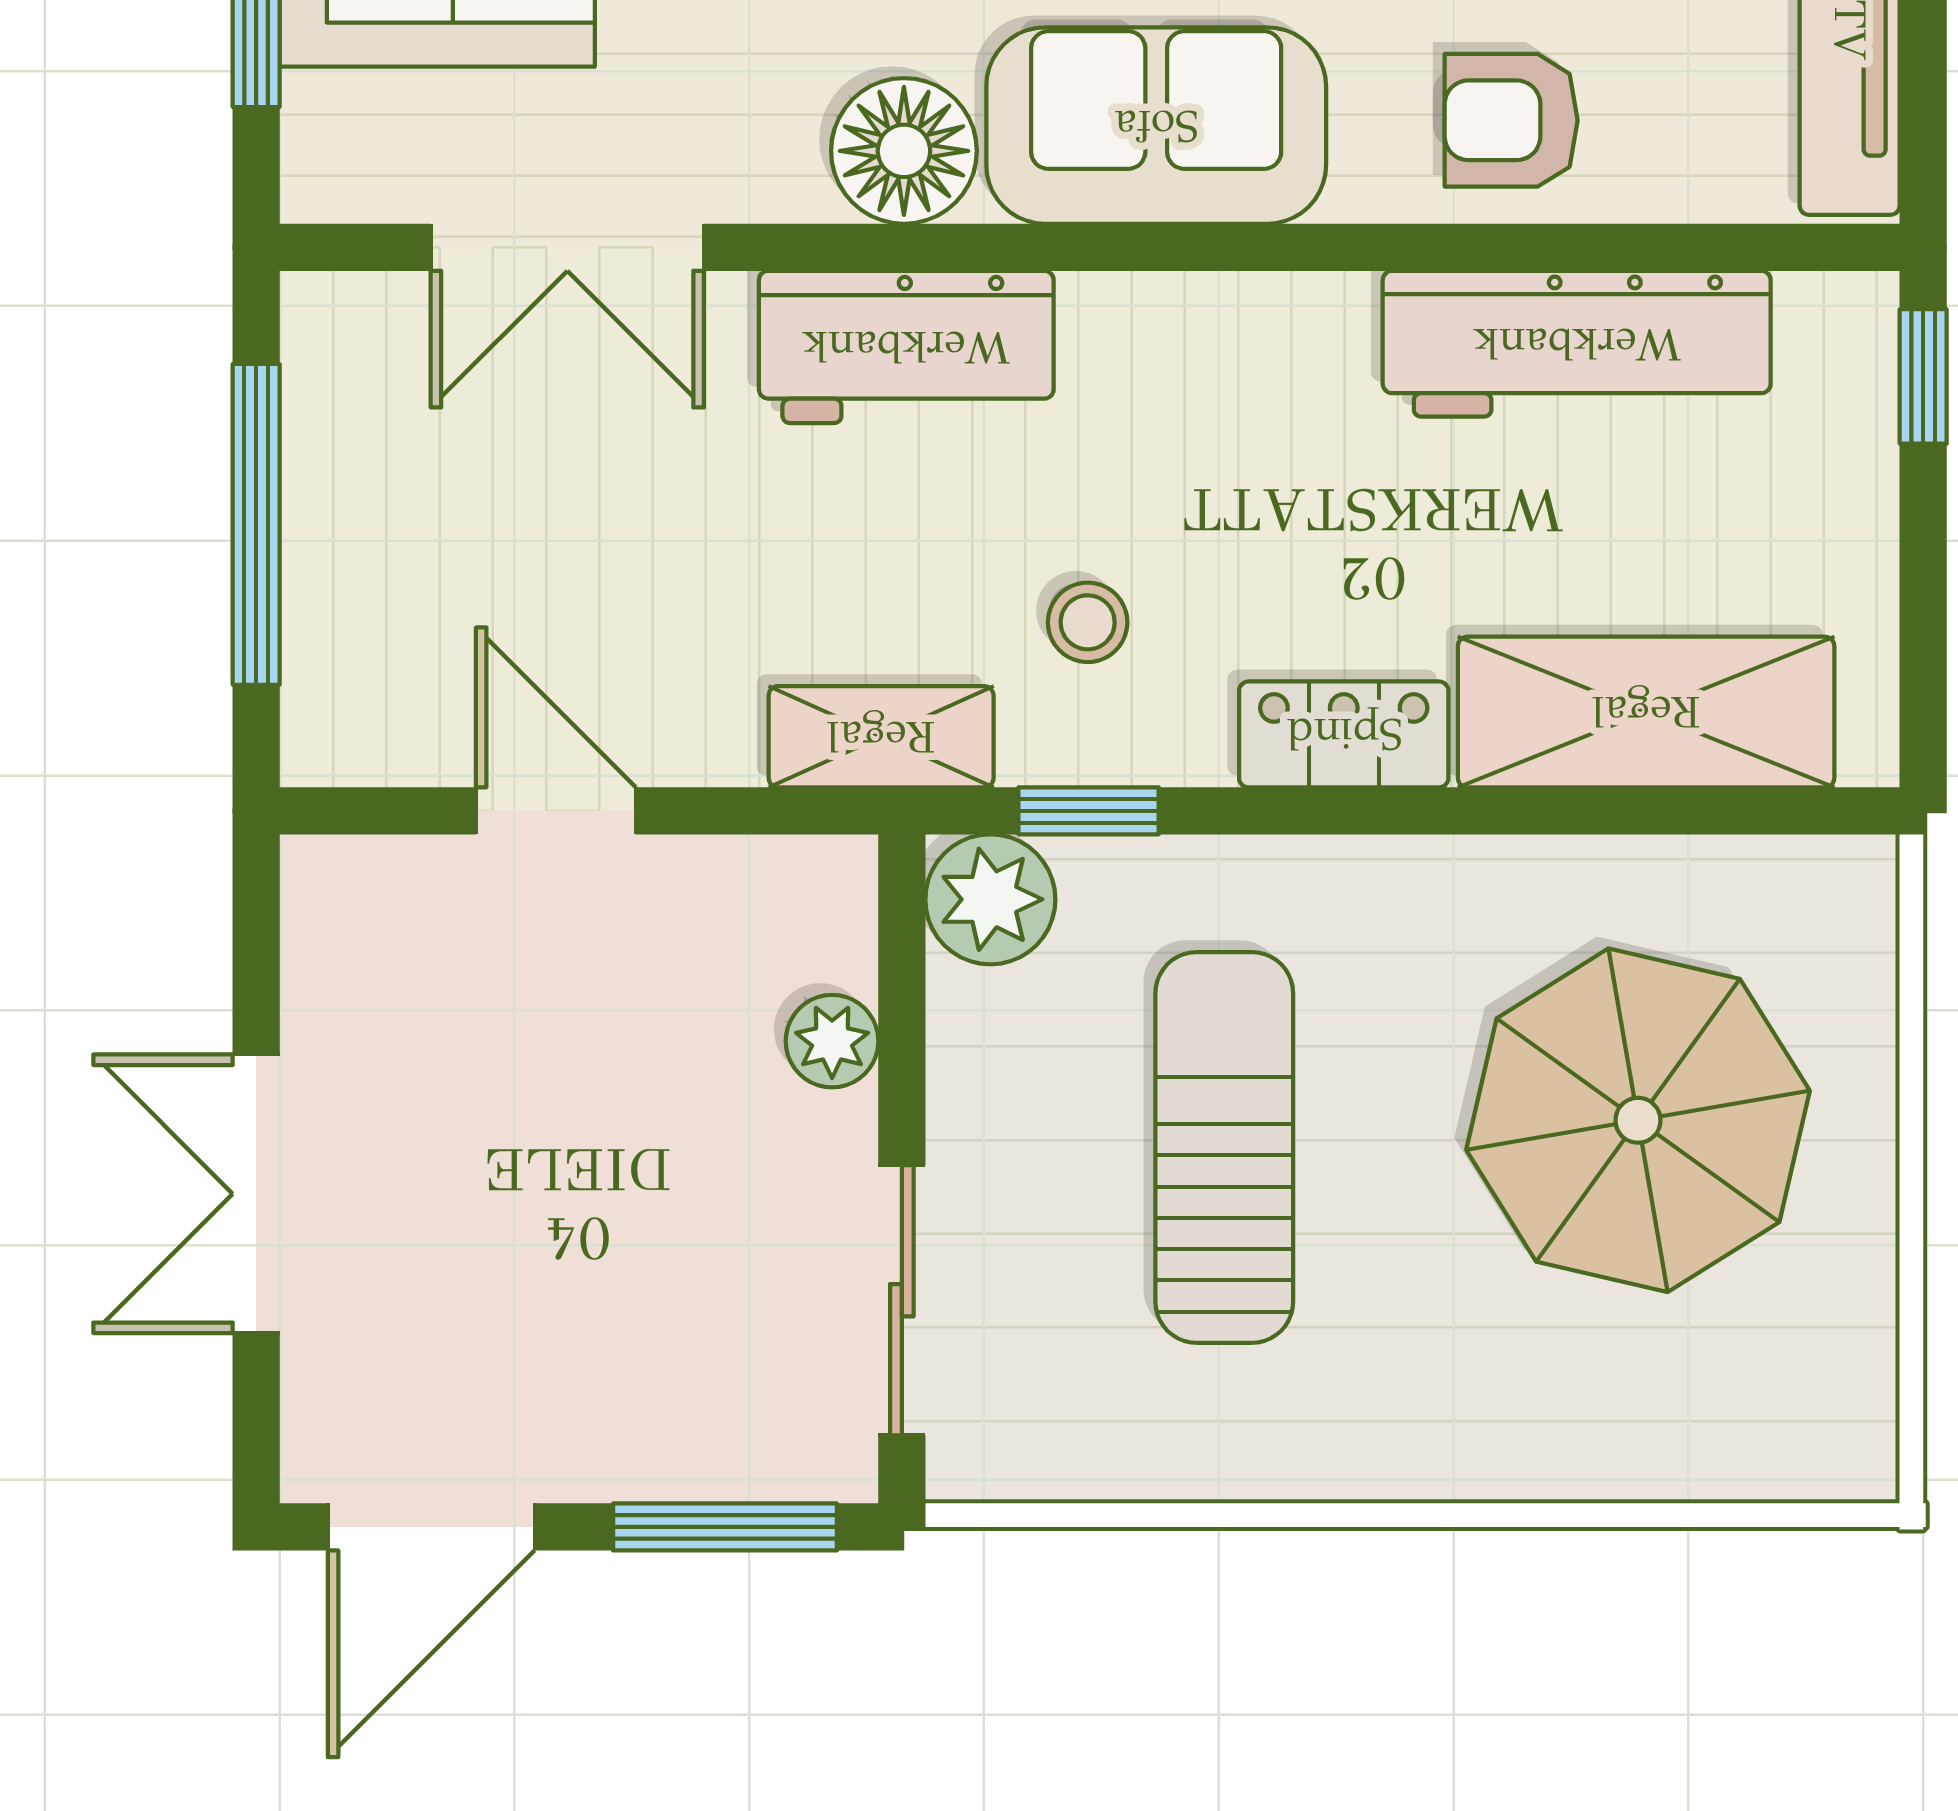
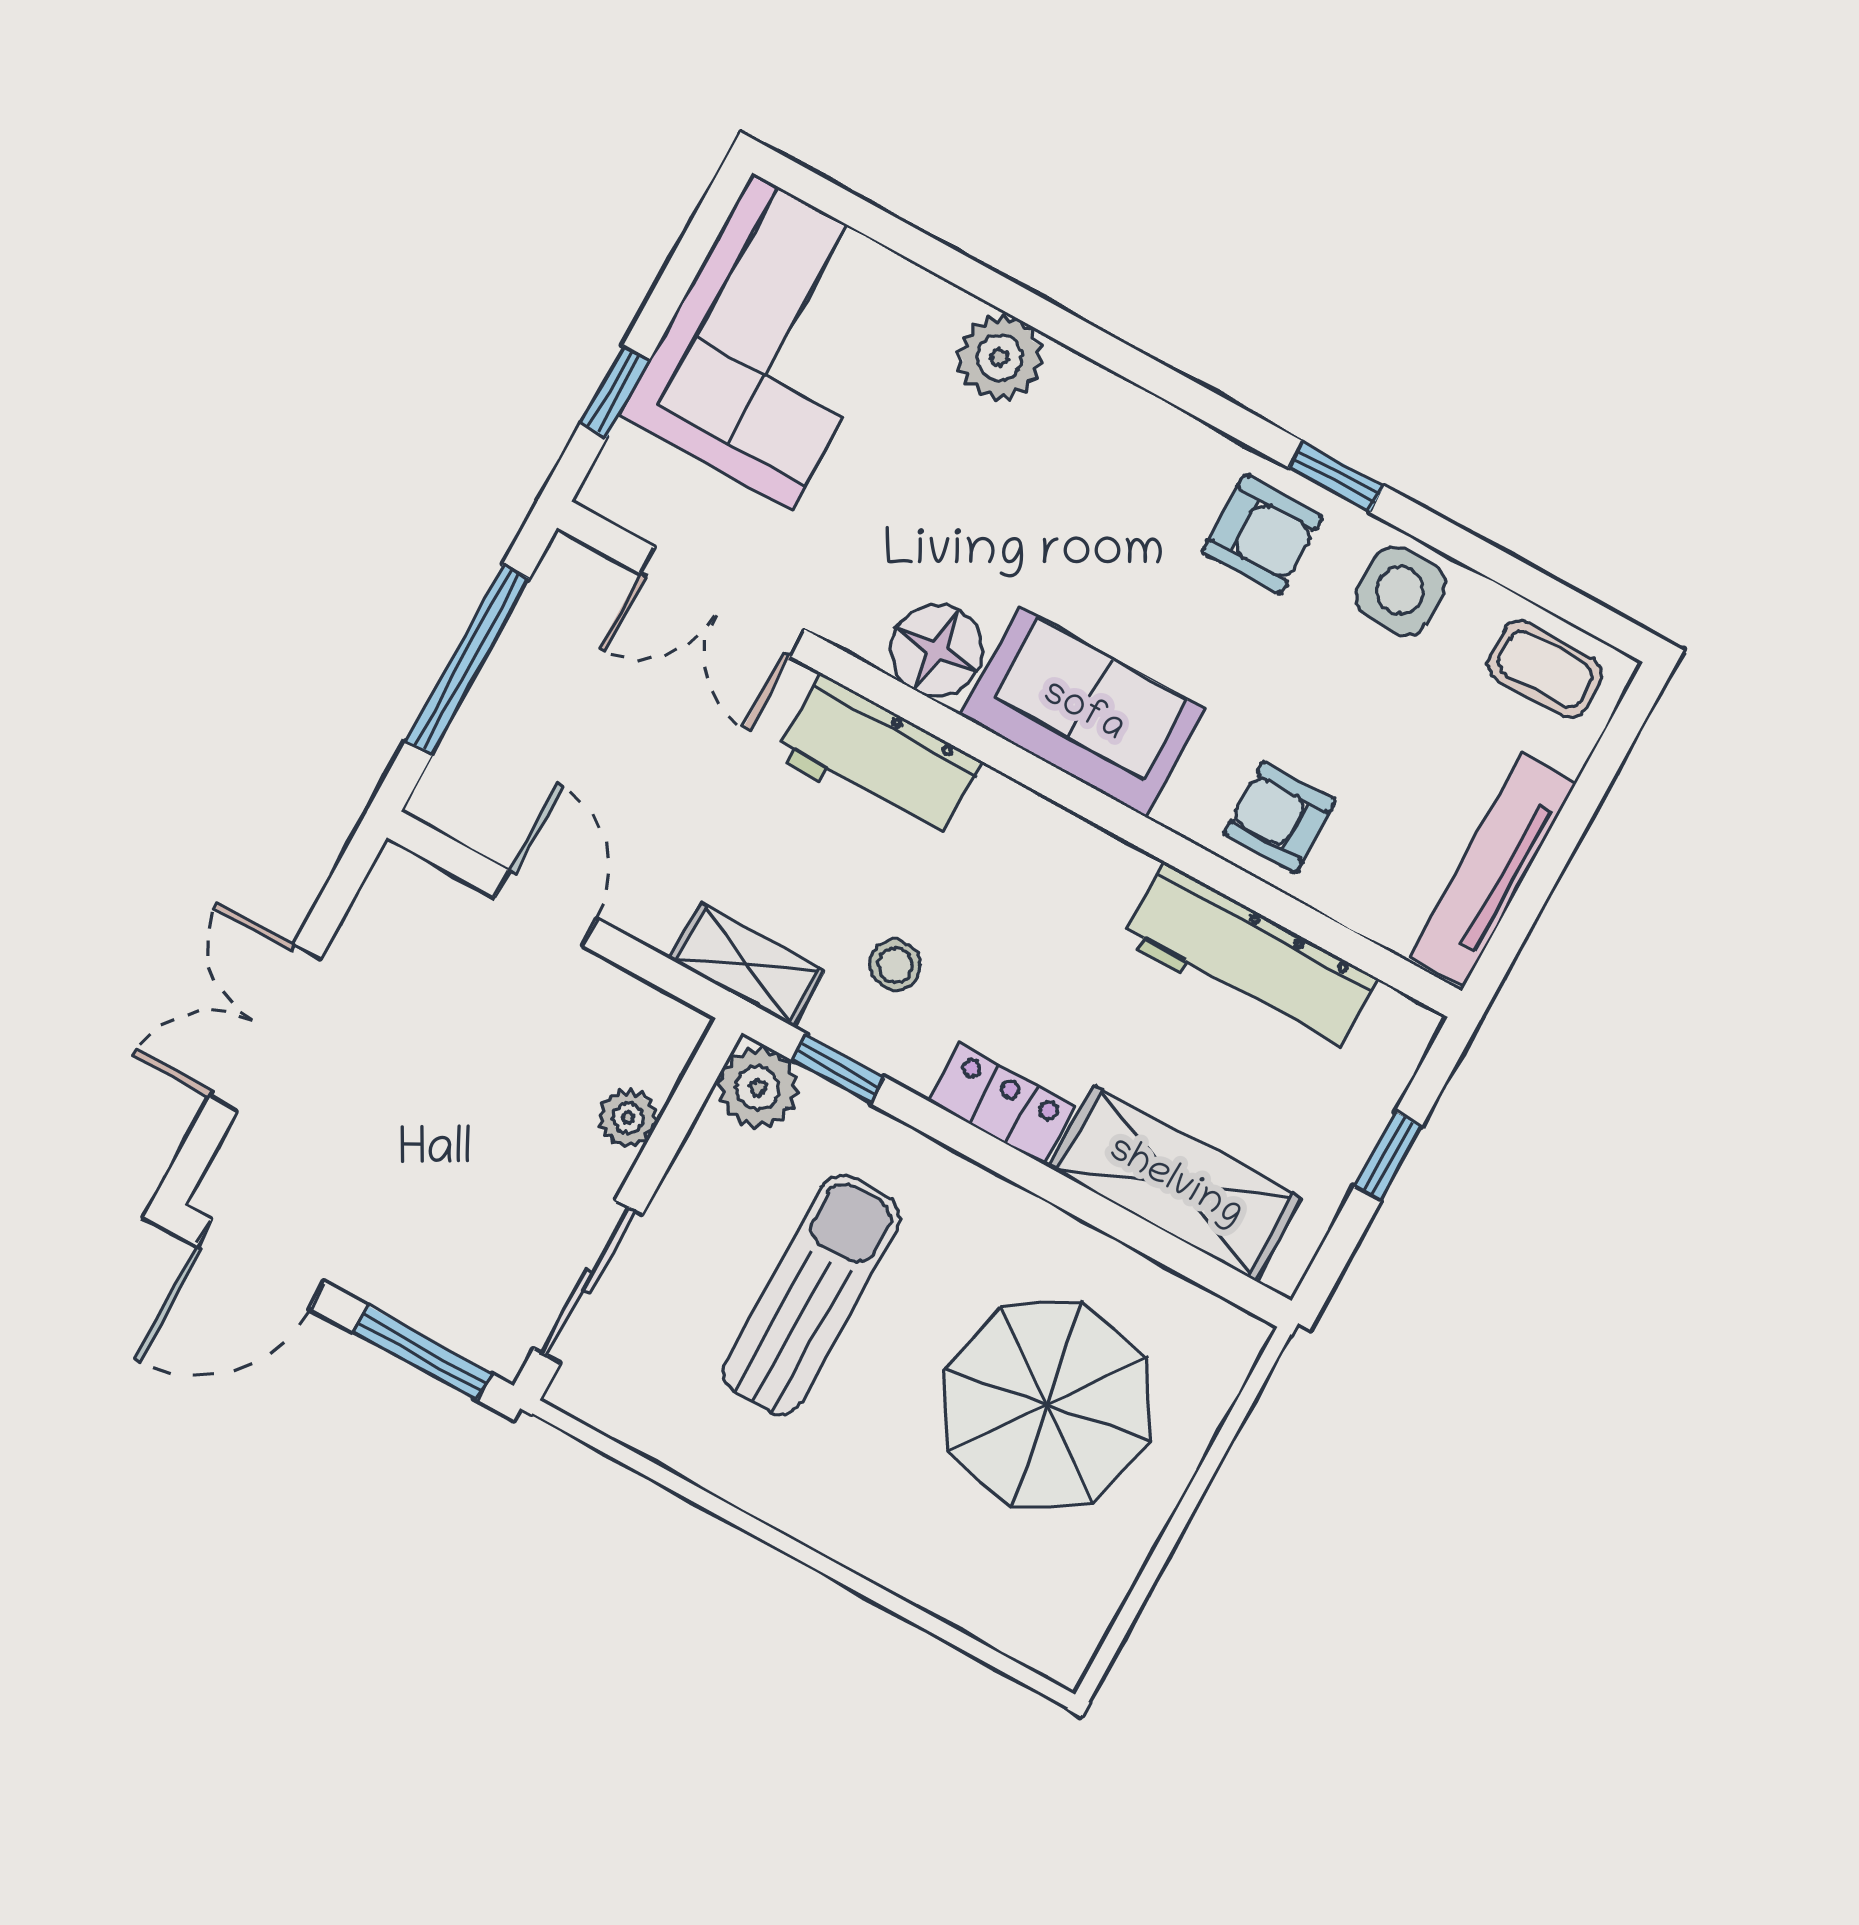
window: (1923, 376) -> (1388, 1156), moved

